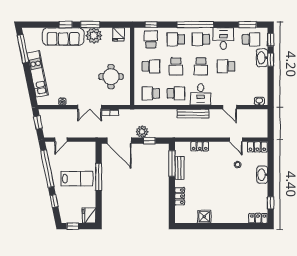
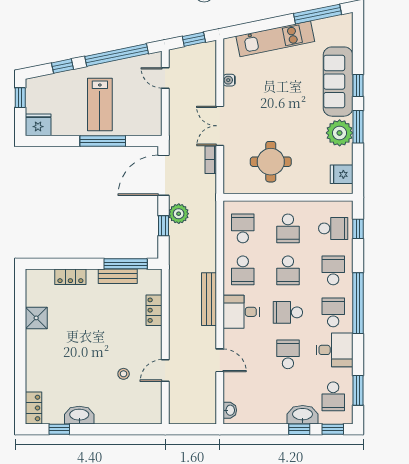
school desk: (176, 66) -> (288, 270), turned -90
door: (230, 107) -> (220, 360), swing flipped
locker: (257, 147) -> (153, 407), removed
washbasin: (262, 175) -> (79, 415), moved

